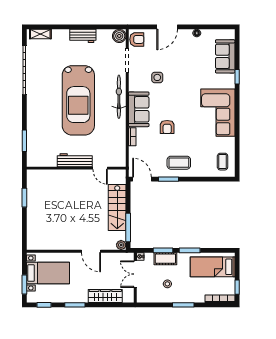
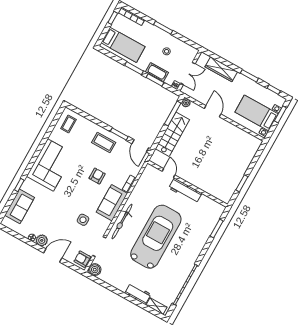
workbench: (83, 36) -> (138, 294), moved
plant: (186, 36) -> (42, 240), added

